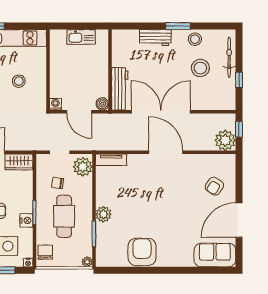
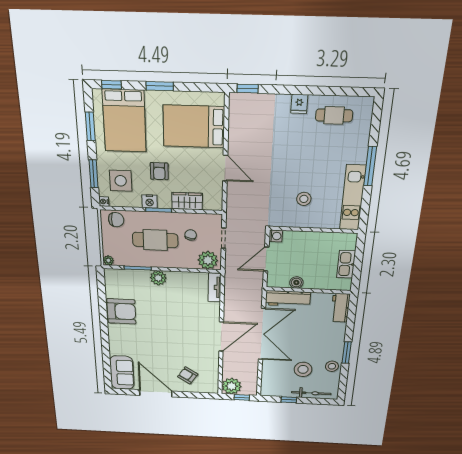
workbench: (155, 38) -> (340, 308), moved
boiler: (102, 104) -> (296, 283), moved
wardrobe: (19, 162) -> (187, 201), moved, turned 90

